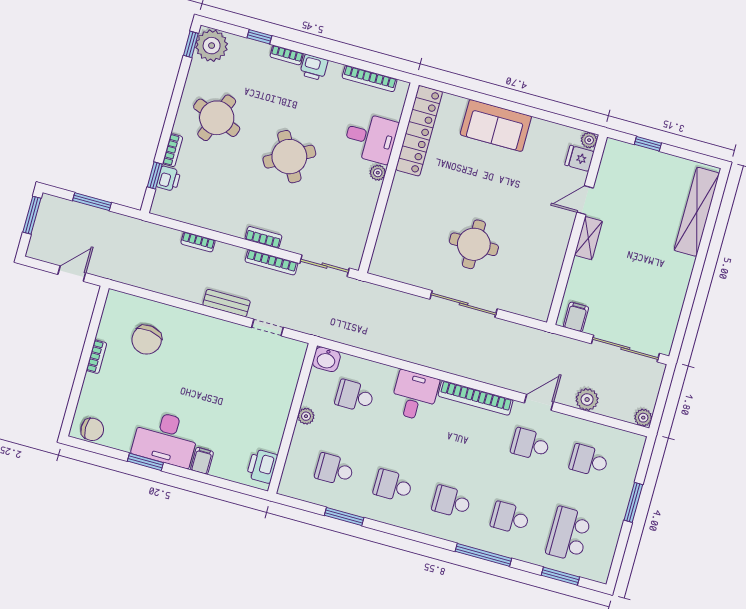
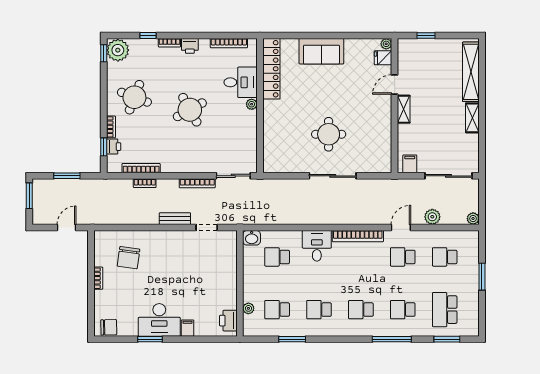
bookcase: (263, 237) -> (141, 168), moved, width x1.56
shelving: (681, 277) -> (472, 118), added
plant: (306, 416) -> (248, 308), moved

